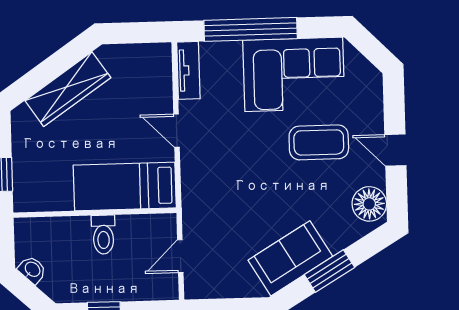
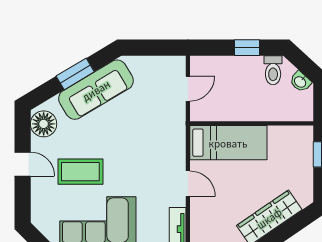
toilet: (103, 235) -> (273, 70), moved, turned 180
sofa: (290, 258) -> (96, 90), width x1.36

